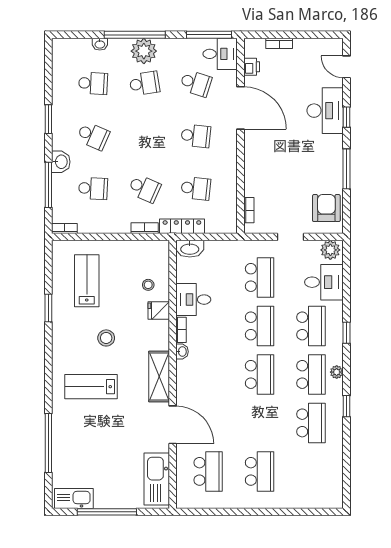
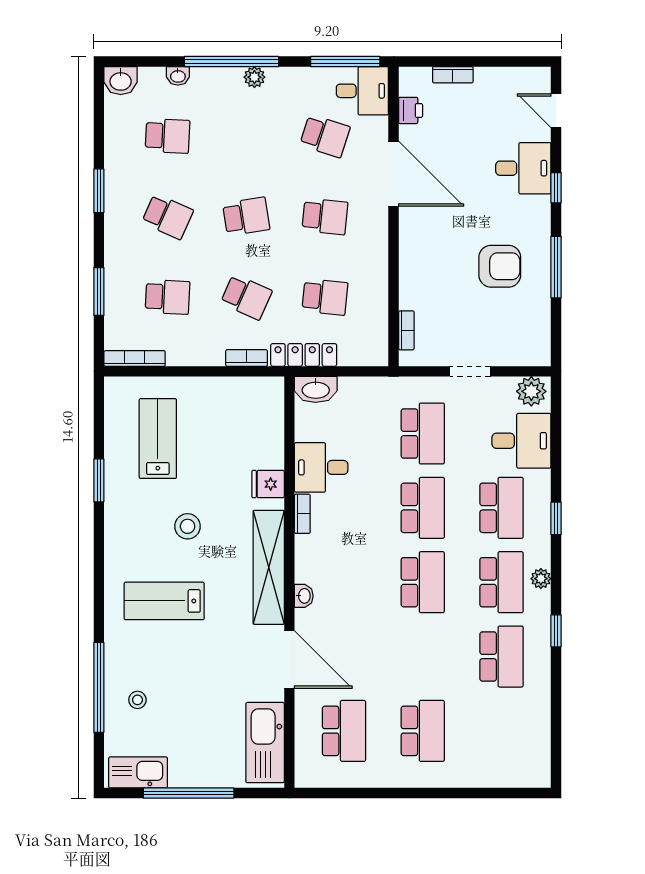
plant: (144, 51) -> (254, 77), width x0.53, depth x0.53
school desk: (144, 83) -> (246, 216), moved
desk: (325, 111) -> (523, 168), width x0.73
washbasin: (61, 162) -> (121, 81), moved, turned 90
window: (48, 185) -> (99, 292), width x0.69
armchair: (326, 208) -> (500, 266), moved, turned 90
bookcase: (64, 228) -> (135, 358), width x1.56
stool: (148, 285) -> (137, 700), moved
washbasin: (182, 352) -> (304, 596), moved
shelving: (159, 377) -> (269, 567), width x1.47

